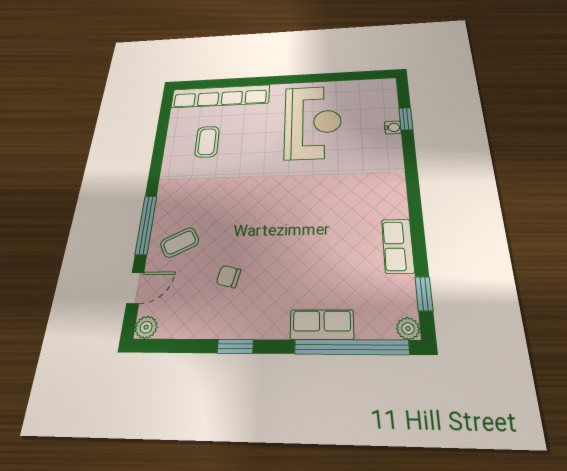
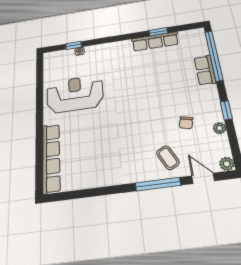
coffee table: (207, 142) -> (90, 158), removed
row of seats: (398, 246) -> (155, 41), width x1.48
window: (424, 294) -> (158, 32), moved
plant: (408, 329) -> (220, 128), moved

